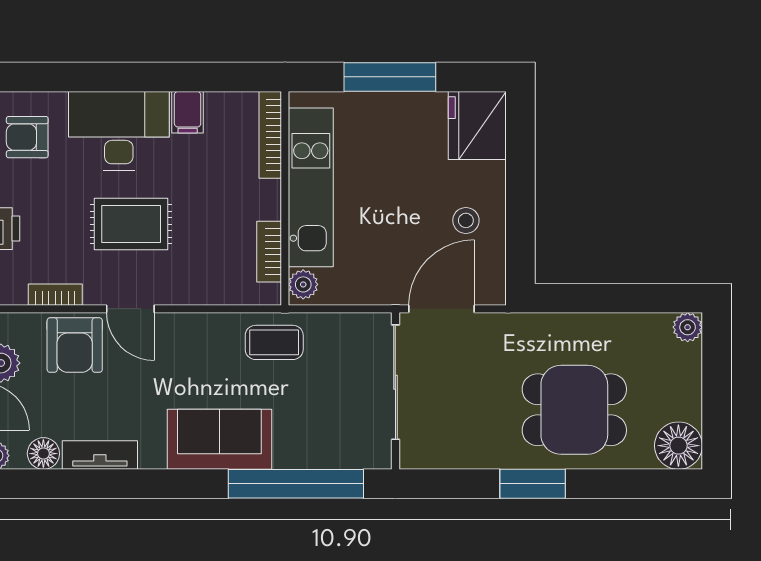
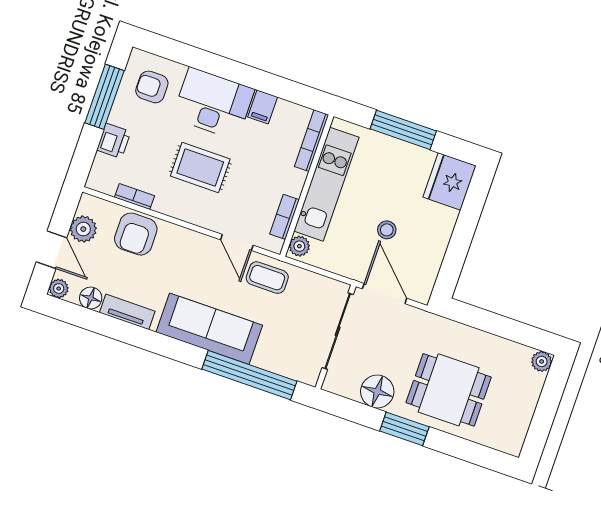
stool: (466, 220) -> (387, 230), moved
door: (130, 309) -> (237, 242), moved
door: (442, 309) -> (385, 294), hinge flipped
sofa: (219, 439) -> (209, 329), width x1.36
floor lamp: (678, 446) -> (377, 391), moved

